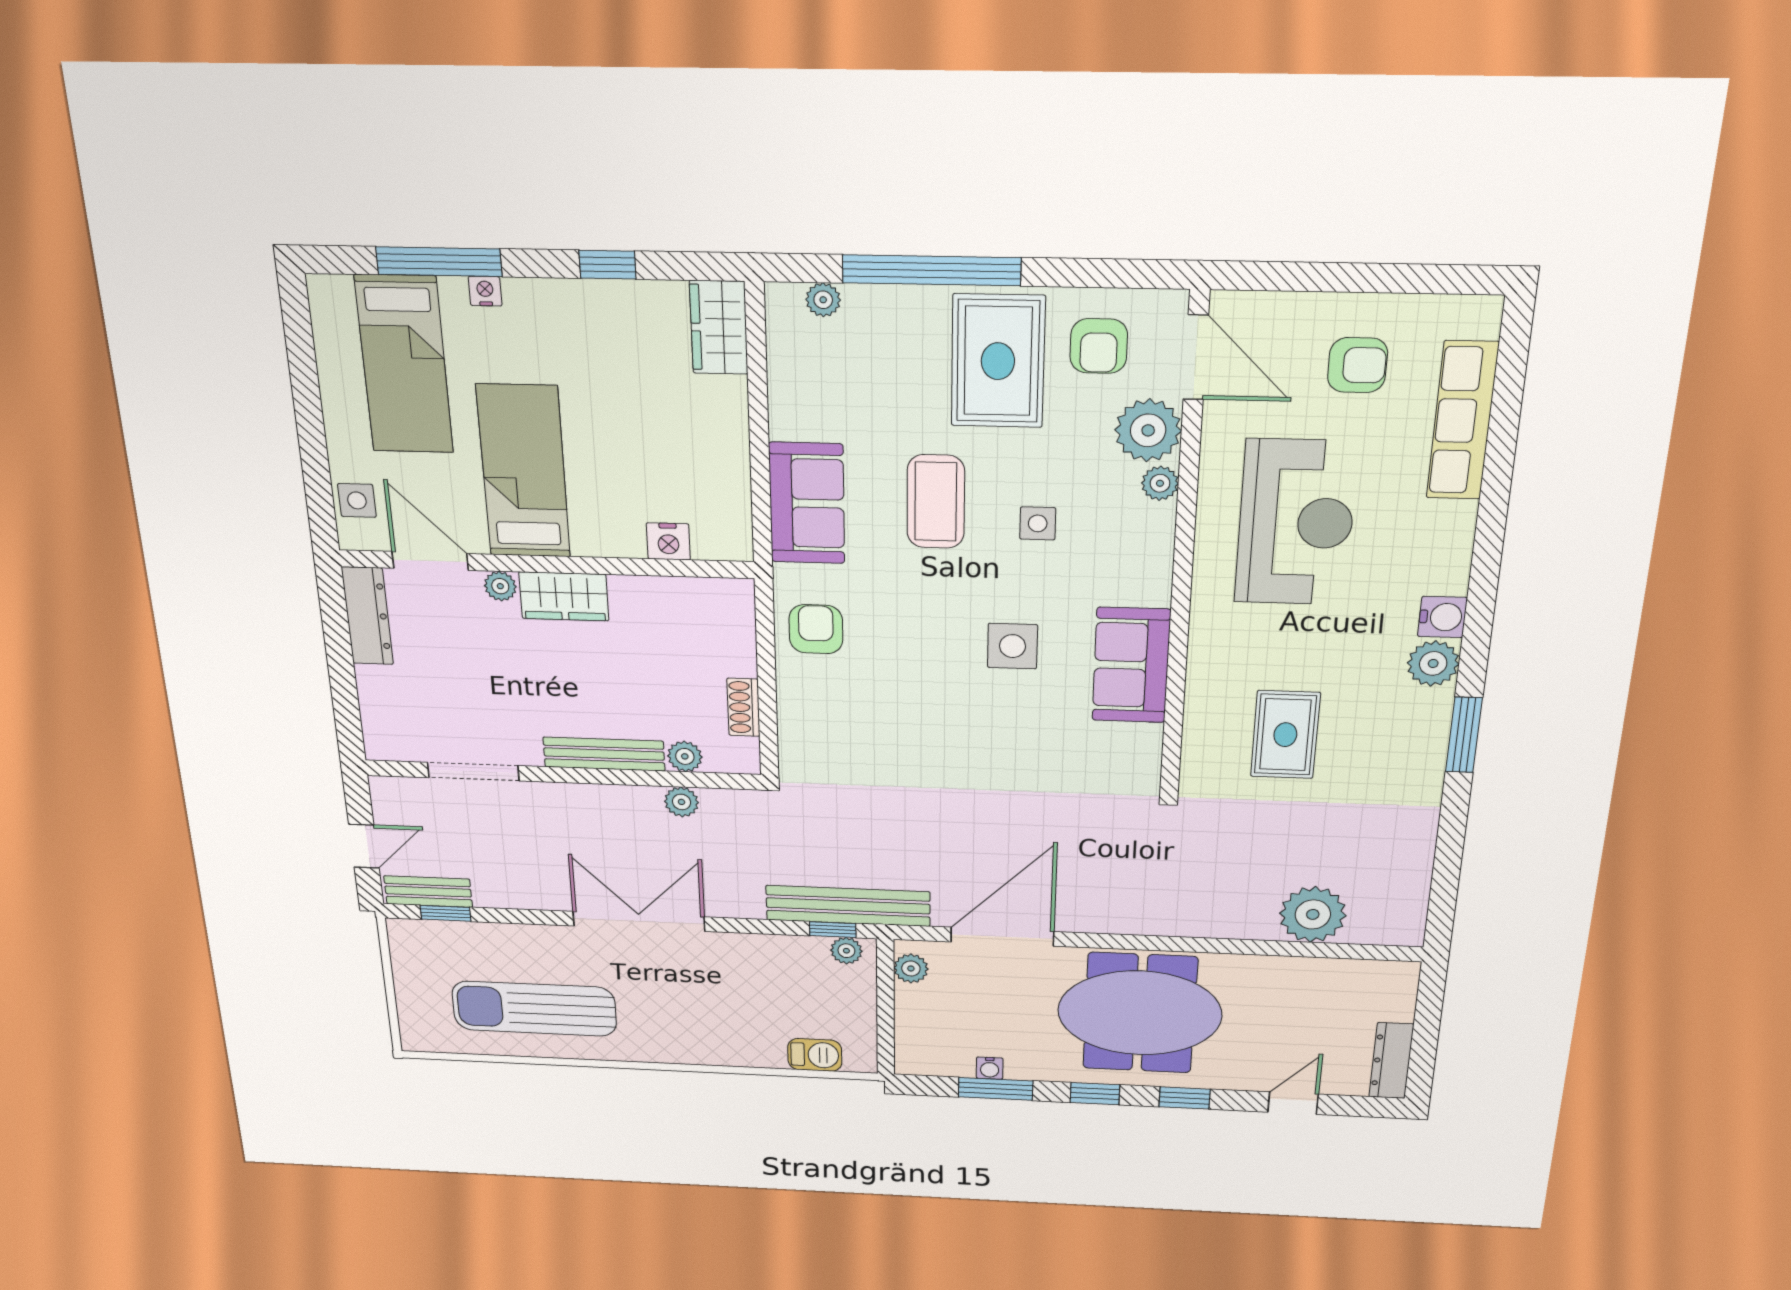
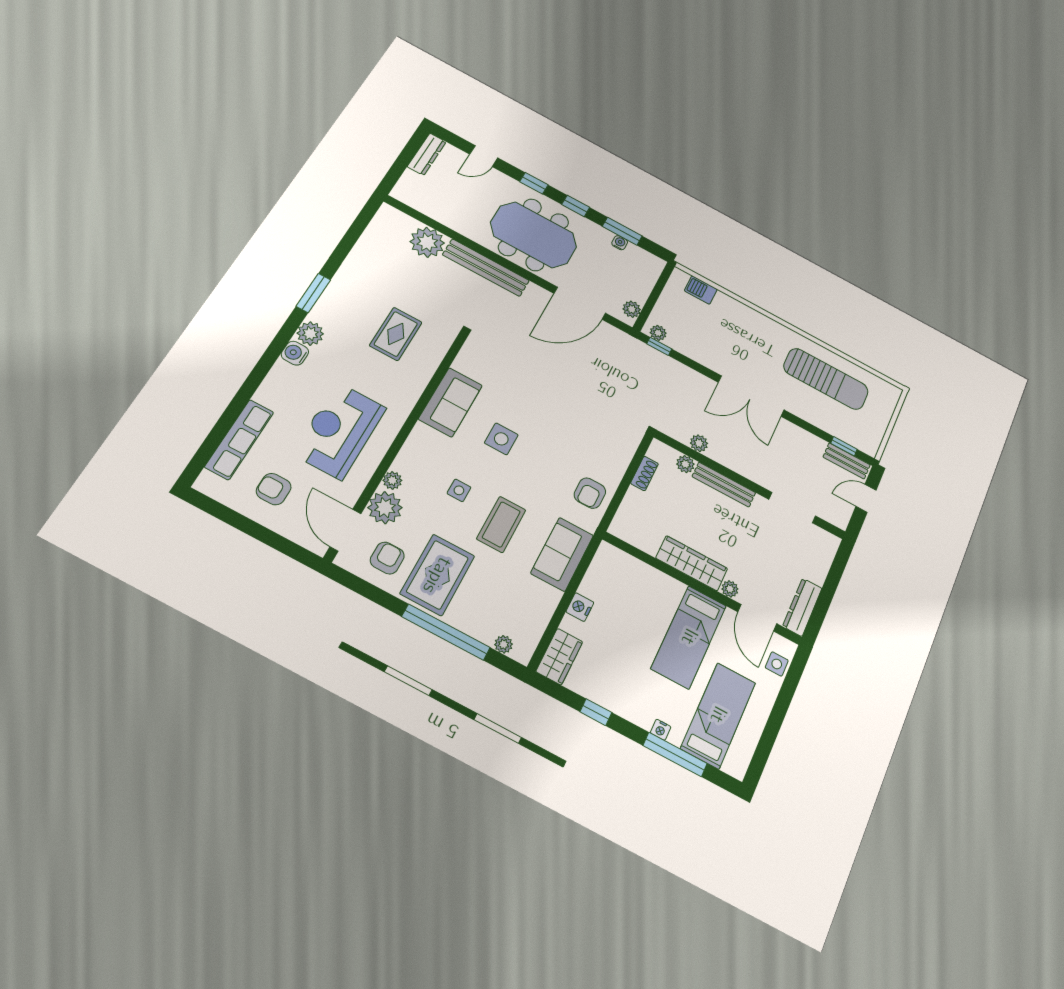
nightstand: (668, 541) -> (580, 607), moved, turned -90
wardrobe: (564, 596) -> (692, 563), width x1.50
bench: (848, 906) -> (486, 268), moved

